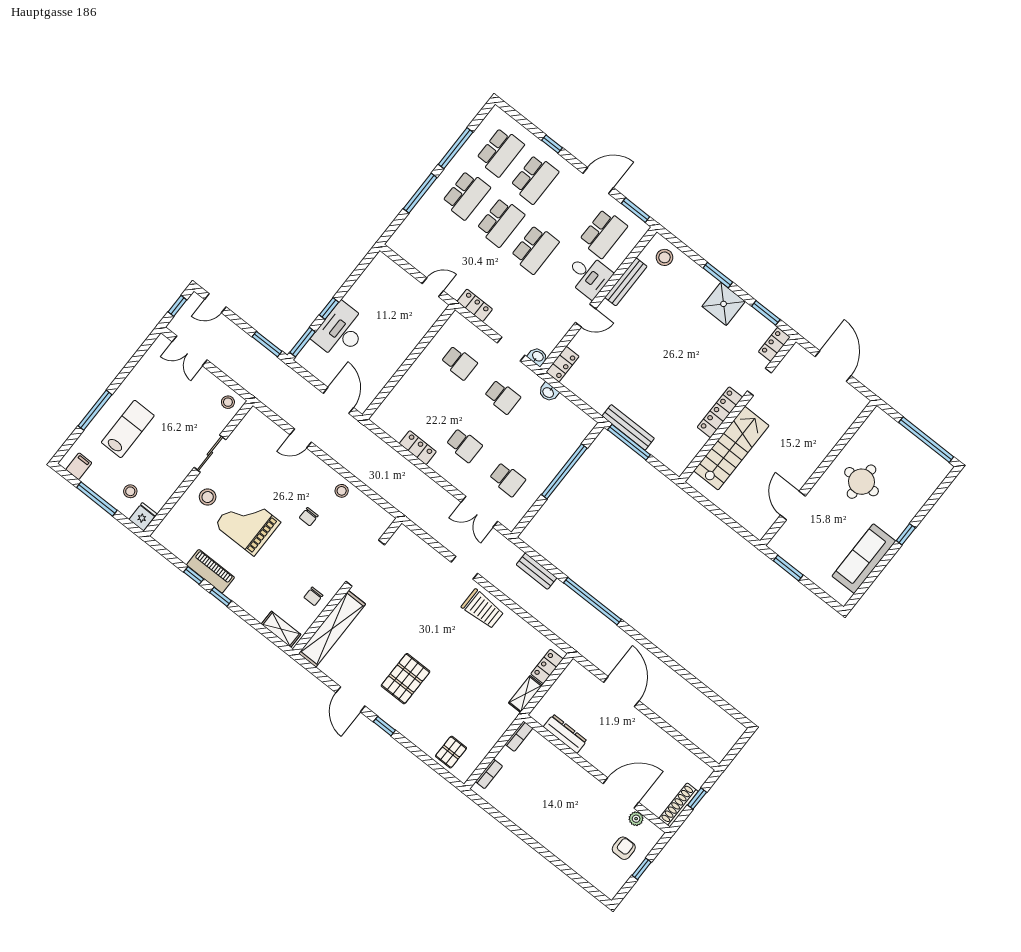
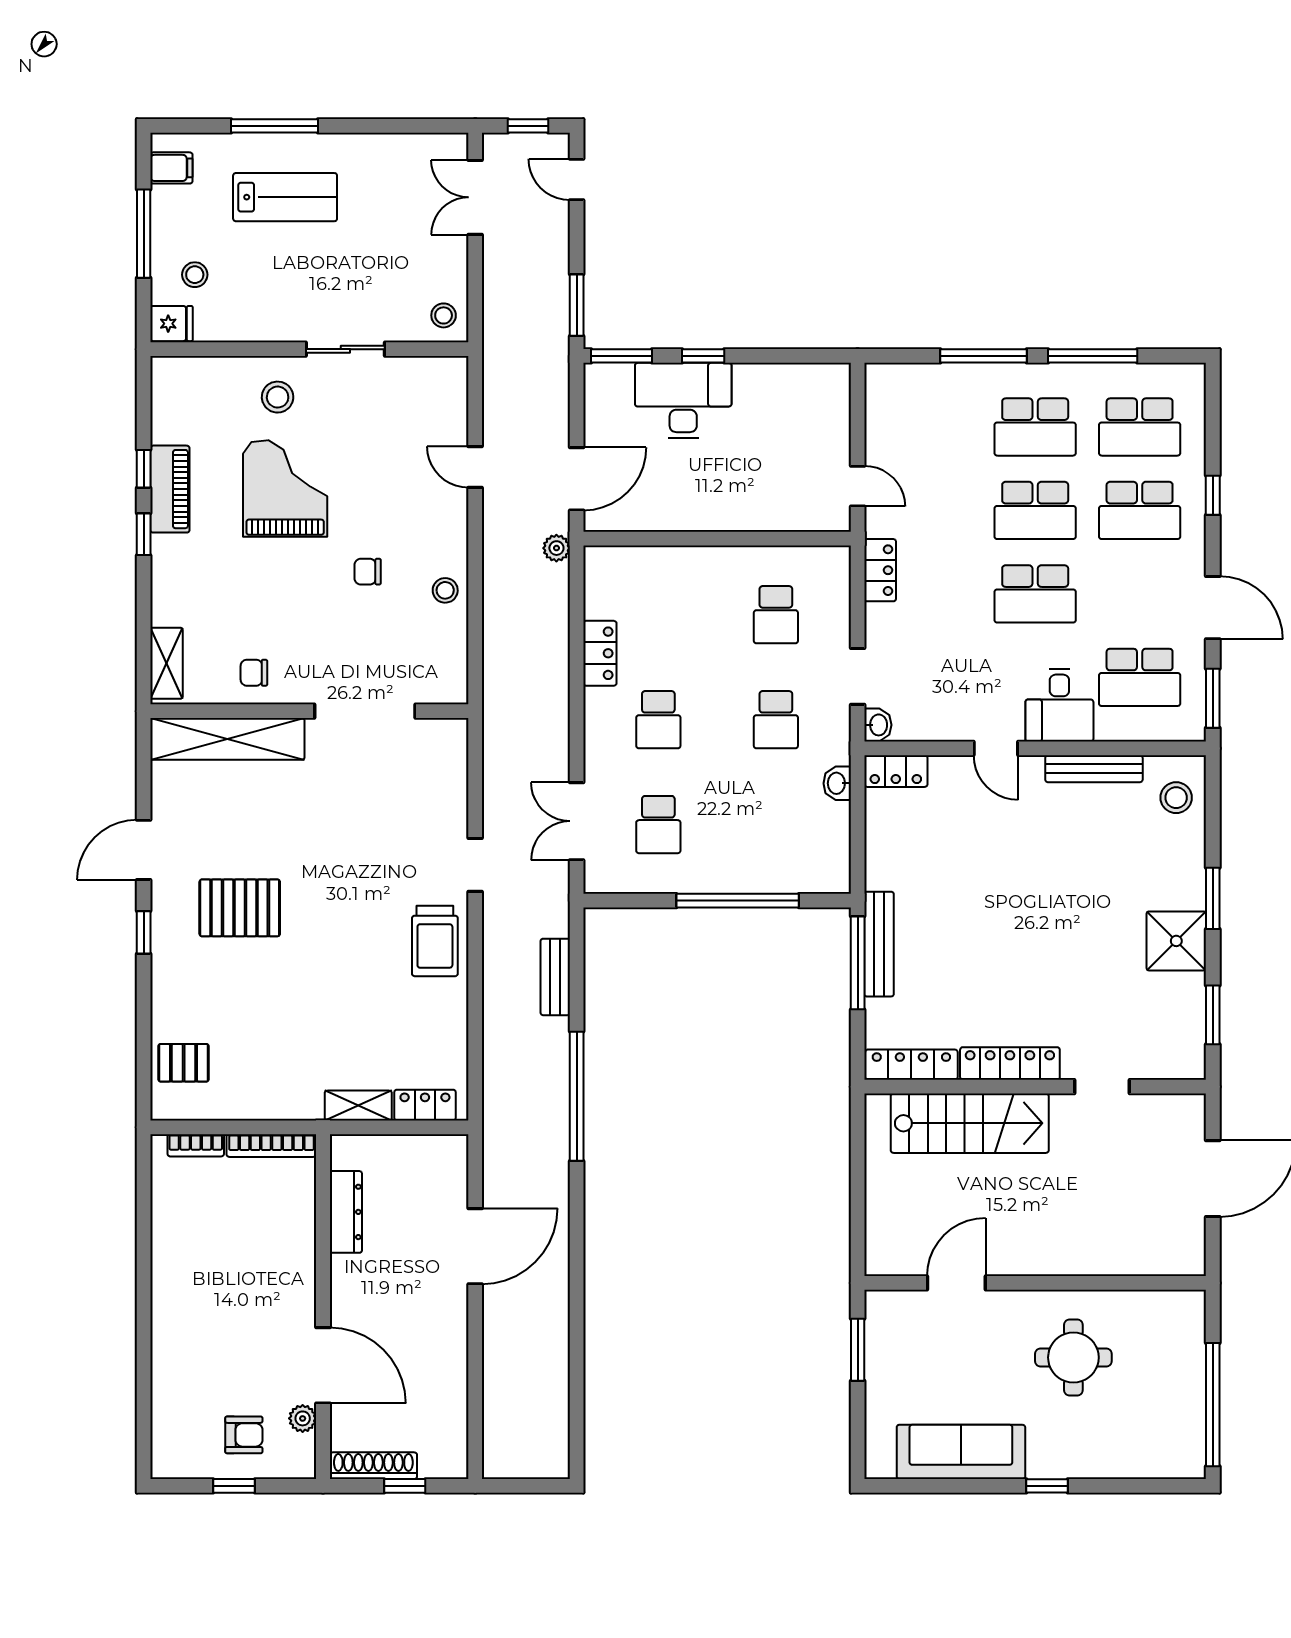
locker: (774, 344) -> (911, 1065), moved, width x1.53
plant: (360, 431) -> (556, 548), added
bookcase: (519, 736) -> (271, 1146), width x1.56

